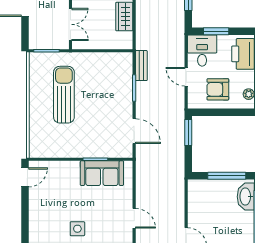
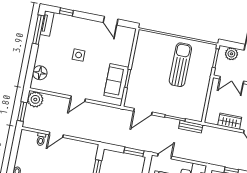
plant: (37, 32) -> (231, 54), added
door: (186, 77) -> (165, 156), moved
sun lounger: (64, 95) -> (180, 65), turned -90
door: (25, 177) -> (111, 21), moved

